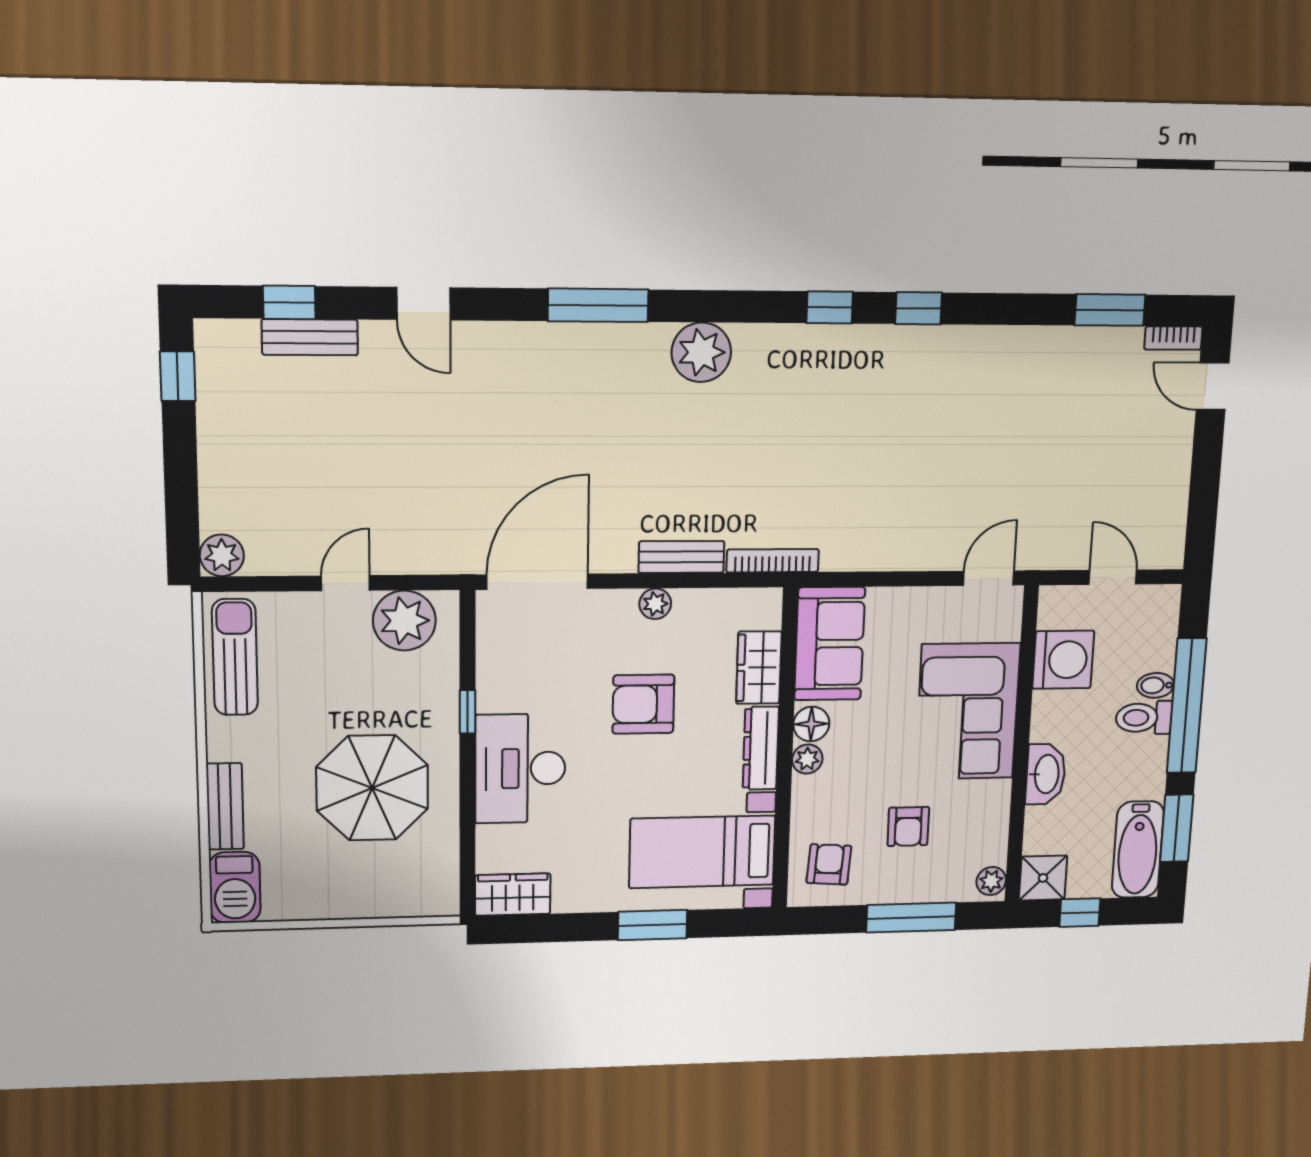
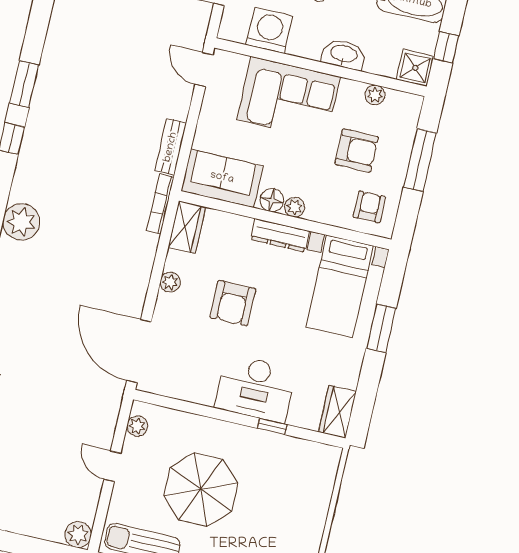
window: (918, 308) -> (24, 84), width x1.50
bench: (681, 557) -> (171, 147), moved
plant: (404, 621) -> (137, 426), width x0.53, depth x0.53
wardrobe: (759, 668) -> (187, 227), moved, turned -90
window: (468, 712) -> (272, 426), moved
parasol: (372, 788) -> (201, 489), moved
armchair: (908, 826) -> (357, 150), width x1.38, depth x1.38
armchair: (829, 864) -> (369, 207), turned 86
plant: (991, 881) -> (375, 95), moved

